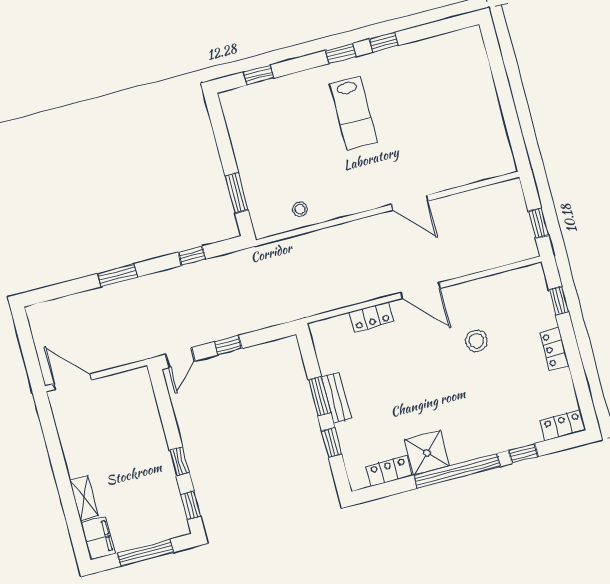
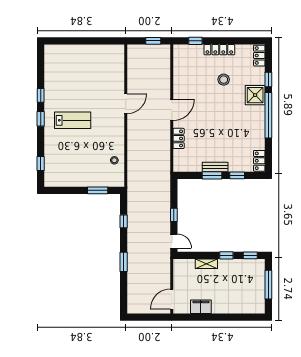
stool: (476, 341) -> (224, 80), moved
locker: (554, 349) -> (219, 50), width x1.53
shower: (427, 453) -> (255, 95), moved
locker: (389, 471) -> (259, 161), moved
shelving: (84, 498) -> (206, 264), moved
filing cabinet: (98, 538) -> (201, 307), moved

